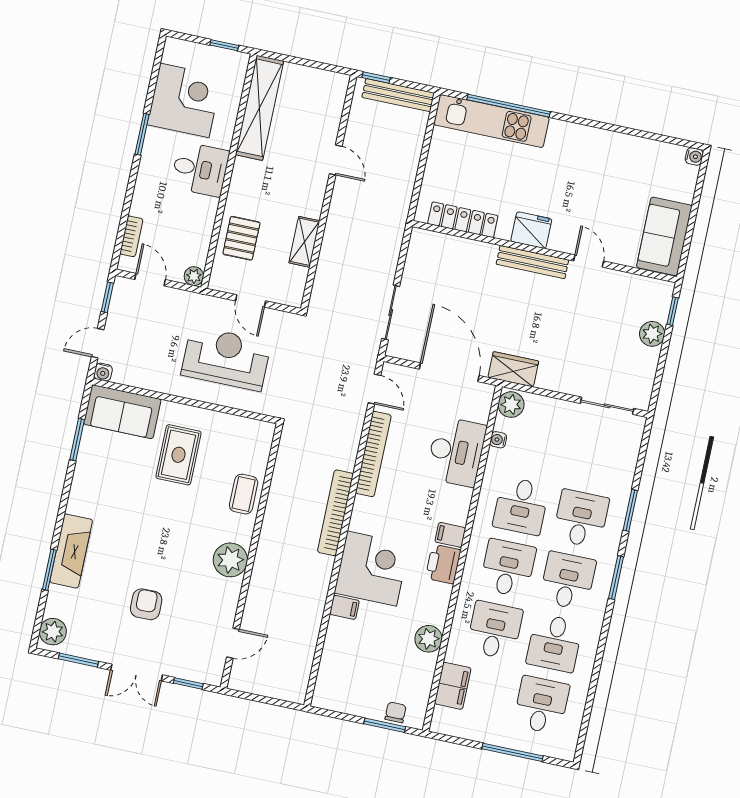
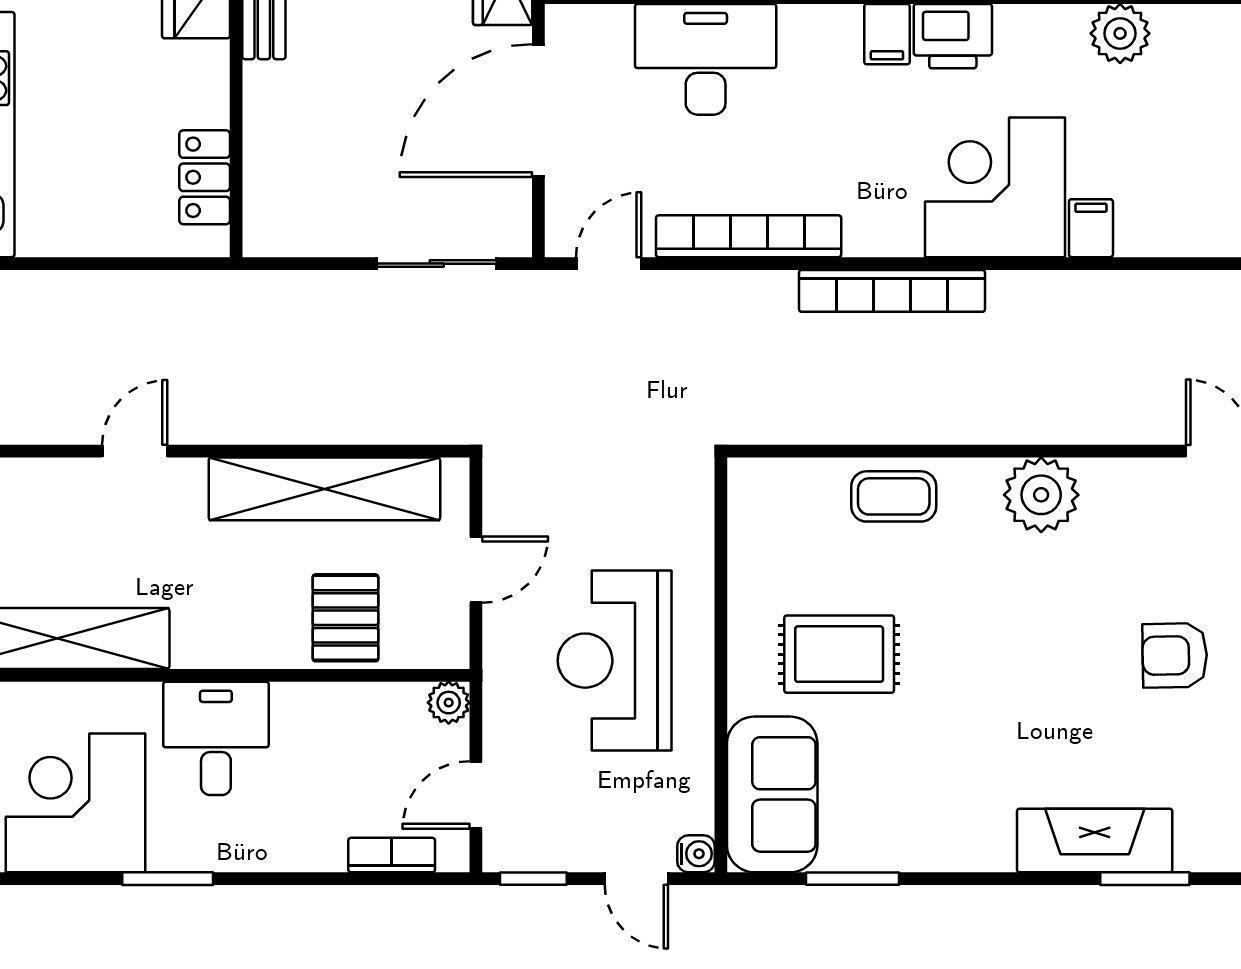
locker: (463, 220) -> (205, 177), width x0.66
pallet: (241, 238) -> (345, 618), turned 90
shelving: (304, 242) -> (324, 489), width x2.20, depth x1.33
reception desk: (226, 358) -> (615, 661), moved

